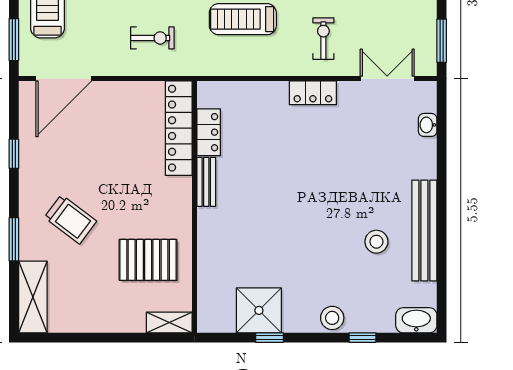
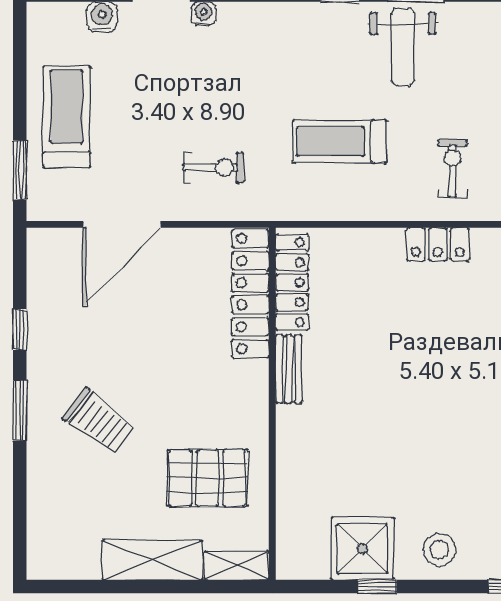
door: (64, 79) -> (122, 224), moved
locker: (209, 132) -> (292, 282), width x1.53
window: (14, 239) -> (20, 410), moved
shelving: (33, 297) -> (152, 560), moved, turned 90
stool: (332, 318) -> (439, 550), moved

